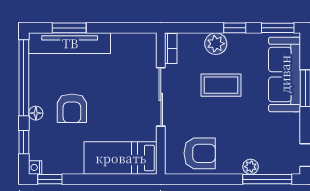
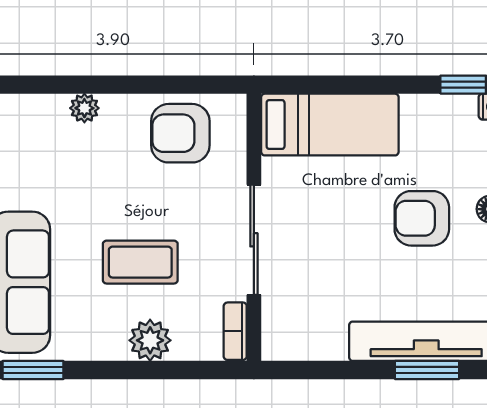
window: (235, 28) -> (114, 370), removed
armchair: (72, 108) -> (422, 218), turned -90
window: (267, 179) -> (53, 85), removed

